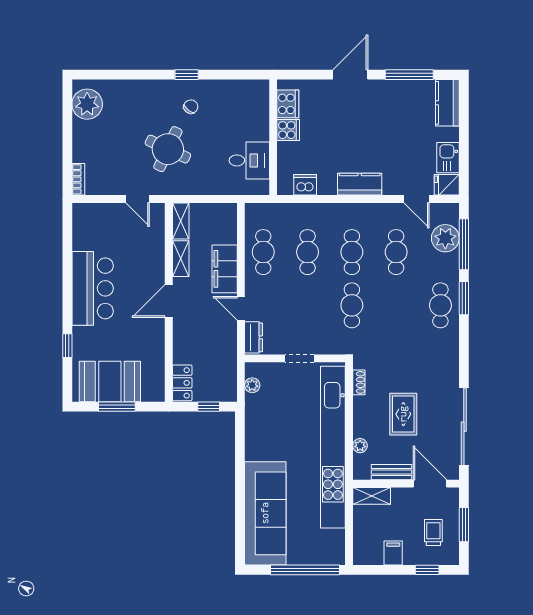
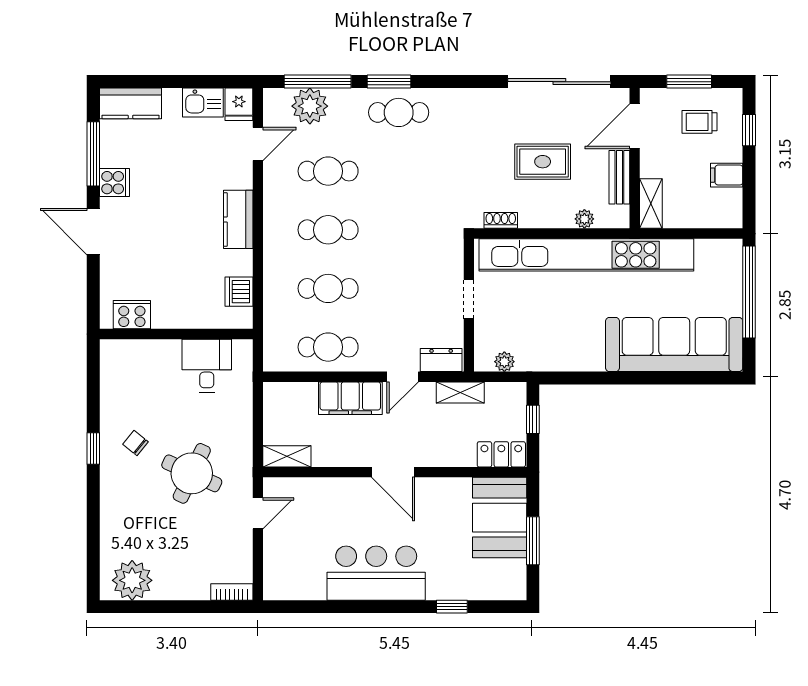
cooker: (288, 130) -> (114, 183), moved, turned 90
shelving: (181, 259) -> (460, 392), moved
cafe table: (352, 305) -> (399, 230), removed
booth: (110, 382) -> (500, 518), moved

